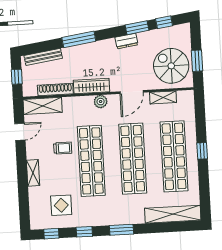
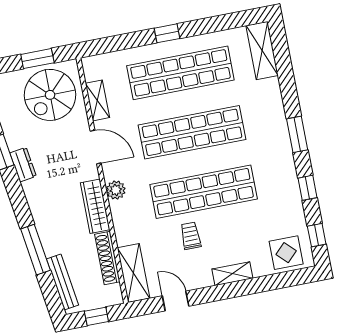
window: (79, 39) -> (35, 250), moved
display table: (61, 205) -> (286, 253), moved
shelving: (173, 214) -> (262, 51), width x0.68

